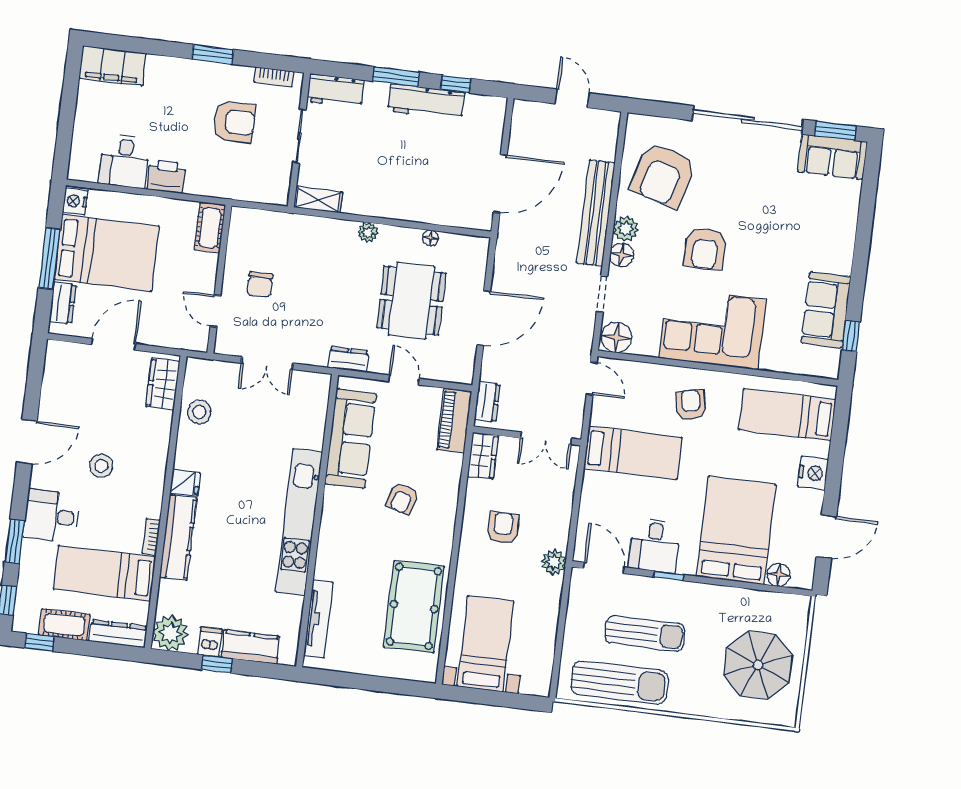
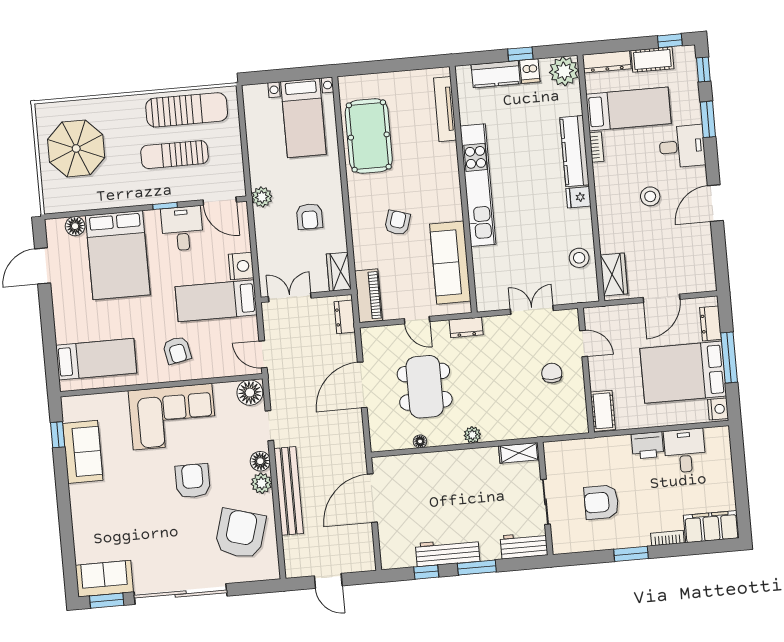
bookcase: (274, 77) -> (667, 538), moved
nightstand: (813, 473) -> (241, 266), moved, turned 180
sun lounger: (620, 682) -> (187, 110), turned 180

